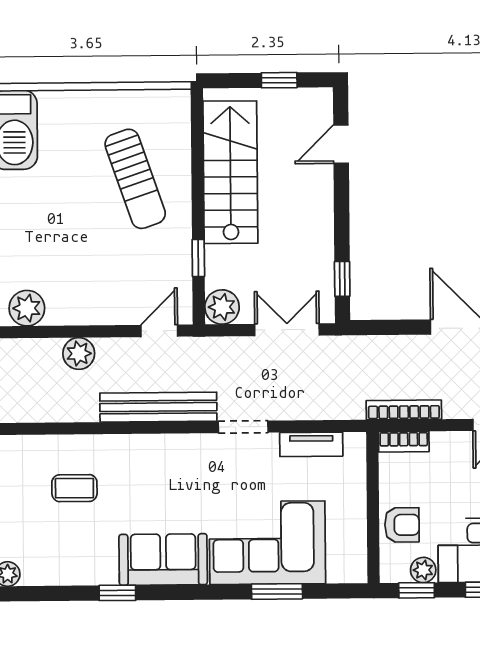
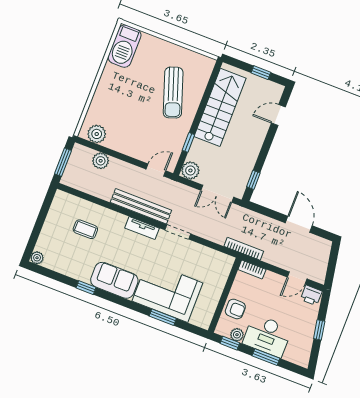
double door: (287, 330) -> (217, 194), swing flipped
plant: (79, 353) -> (101, 161), moved
bookcase: (404, 410) -> (244, 249), moved
tv unit: (311, 444) -> (142, 228), moved

